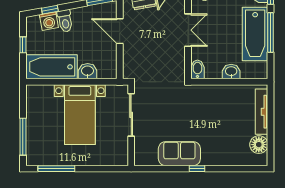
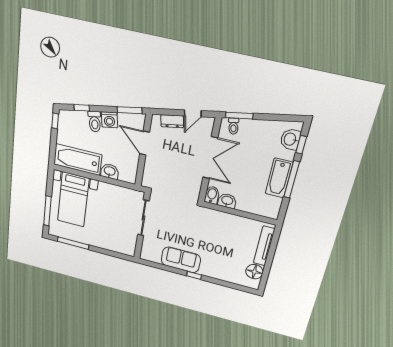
washing machine: (49, 21) -> (109, 120), moved
double door: (188, 30) -> (210, 158), width x1.37
bathtub: (255, 34) -> (279, 178), width x0.73, depth x0.73
window: (23, 45) -> (55, 121), moved
washbasin: (231, 72) -> (227, 201), moved
bed with nightstands: (80, 115) -> (73, 200), moved

